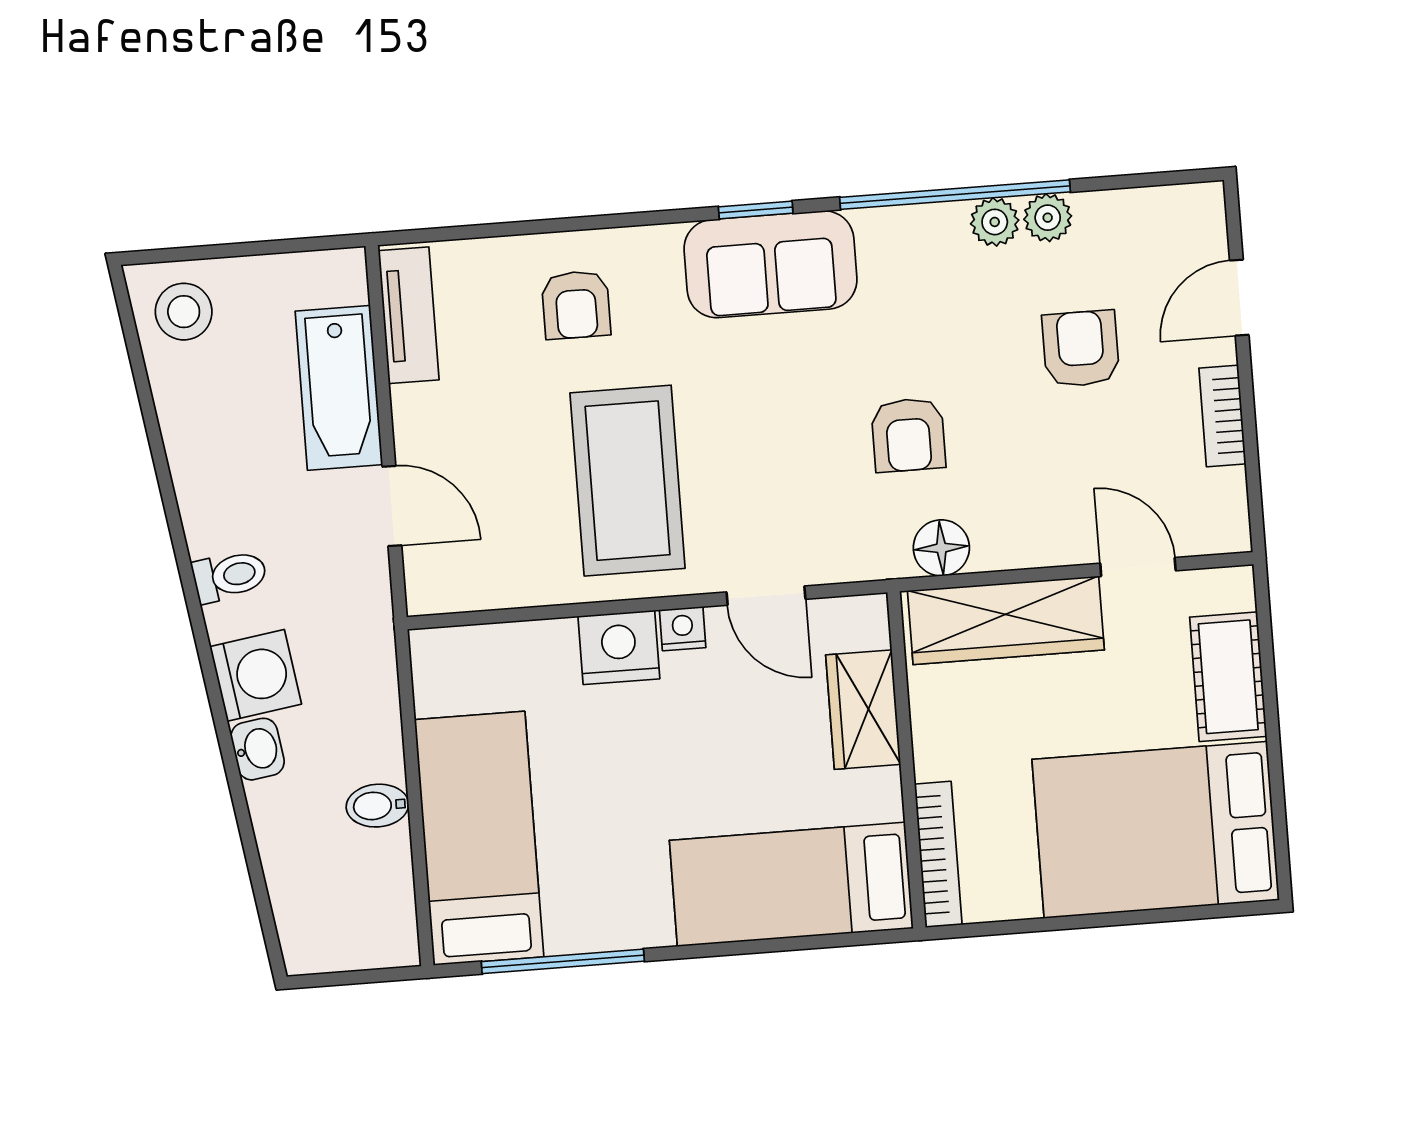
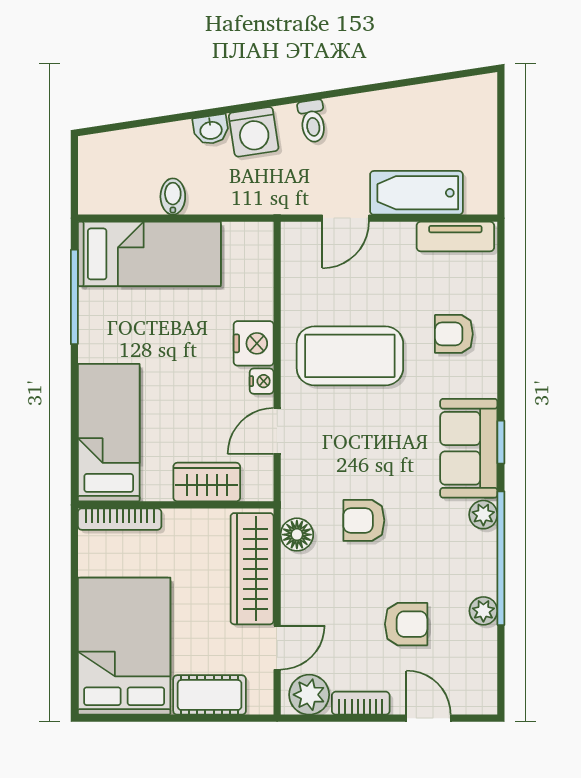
plant: (995, 222) -> (483, 515), moved
stool: (184, 312) -> (468, 106), removed
plant: (1215, 506) -> (309, 695), added

